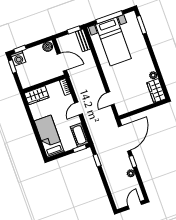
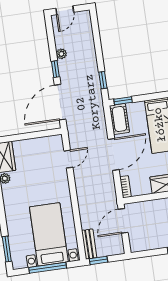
boiler: (48, 47) -> (138, 245), removed
door: (62, 62) -> (123, 221), hinge flipped
door: (78, 109) -> (114, 154), width x1.88

